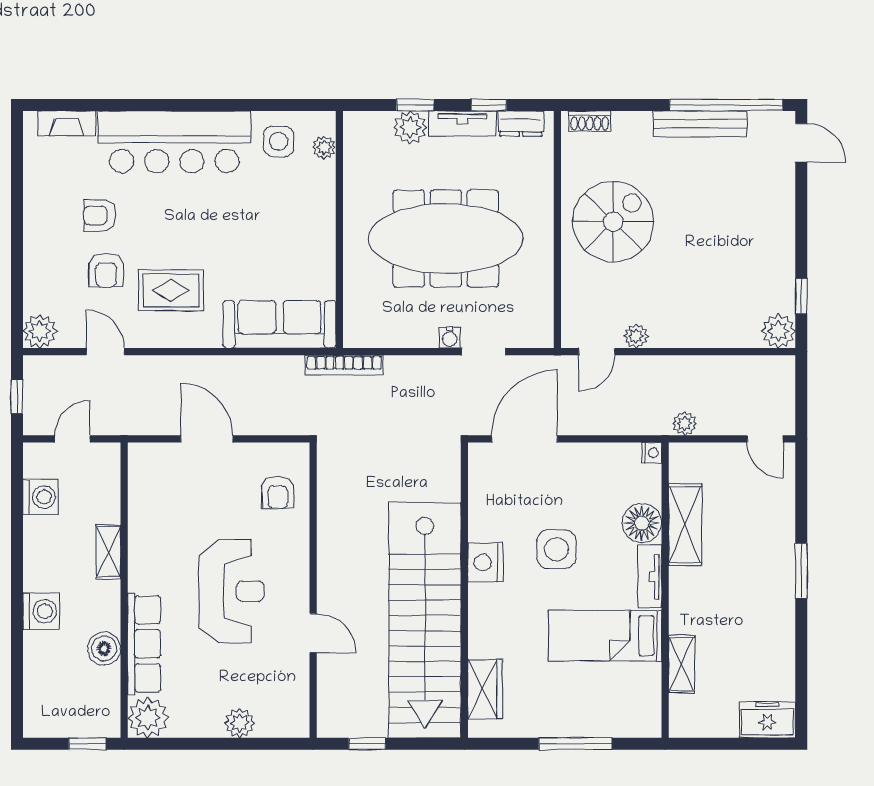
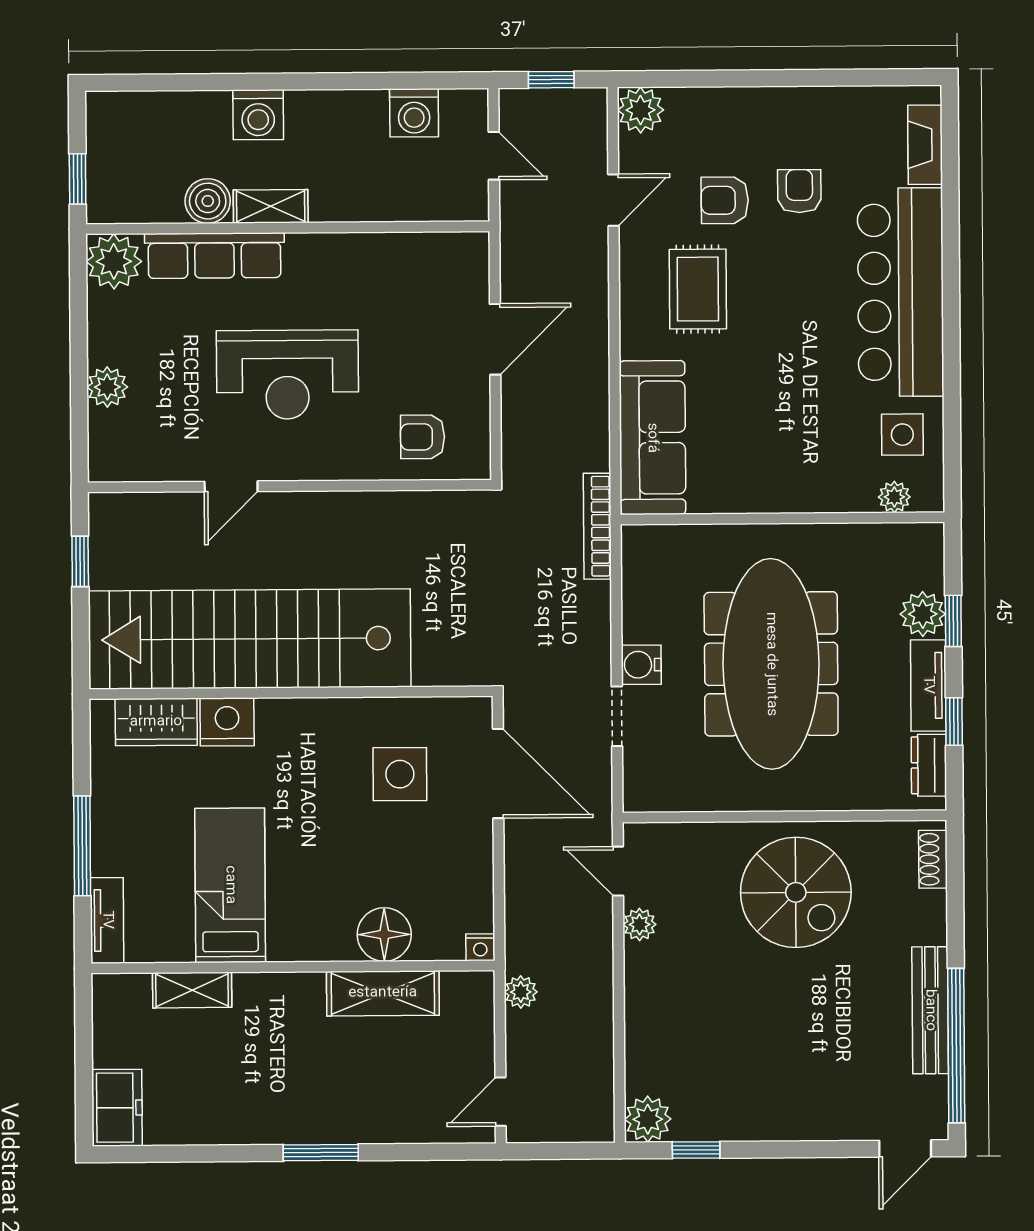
water cooler: (450, 338) -> (641, 665), width x1.38, depth x1.38
side table: (556, 549) -> (400, 774), moved
shelving: (108, 552) -> (271, 206), moved
nightstand: (485, 563) -> (227, 722), moved
tv unit: (650, 577) -> (107, 920), moved, turned 90

